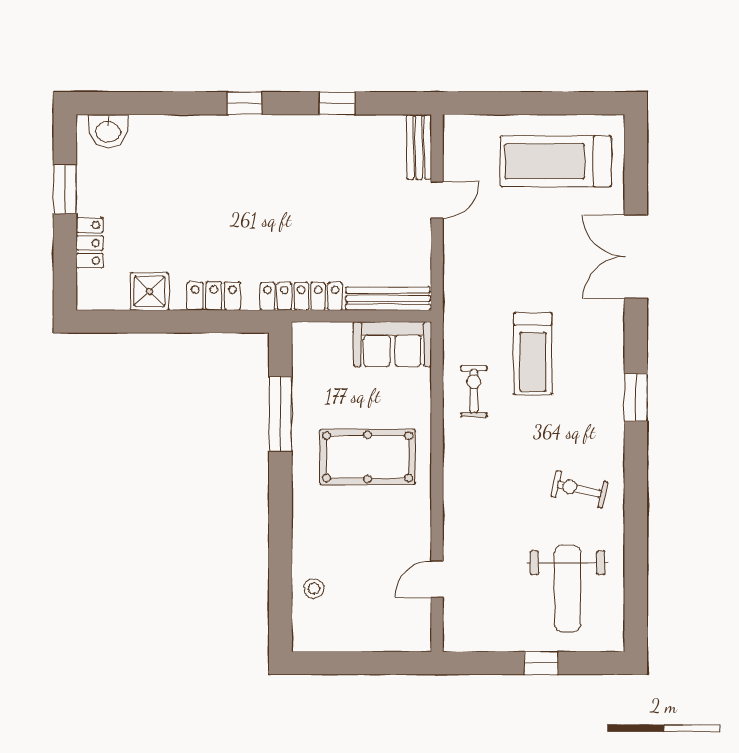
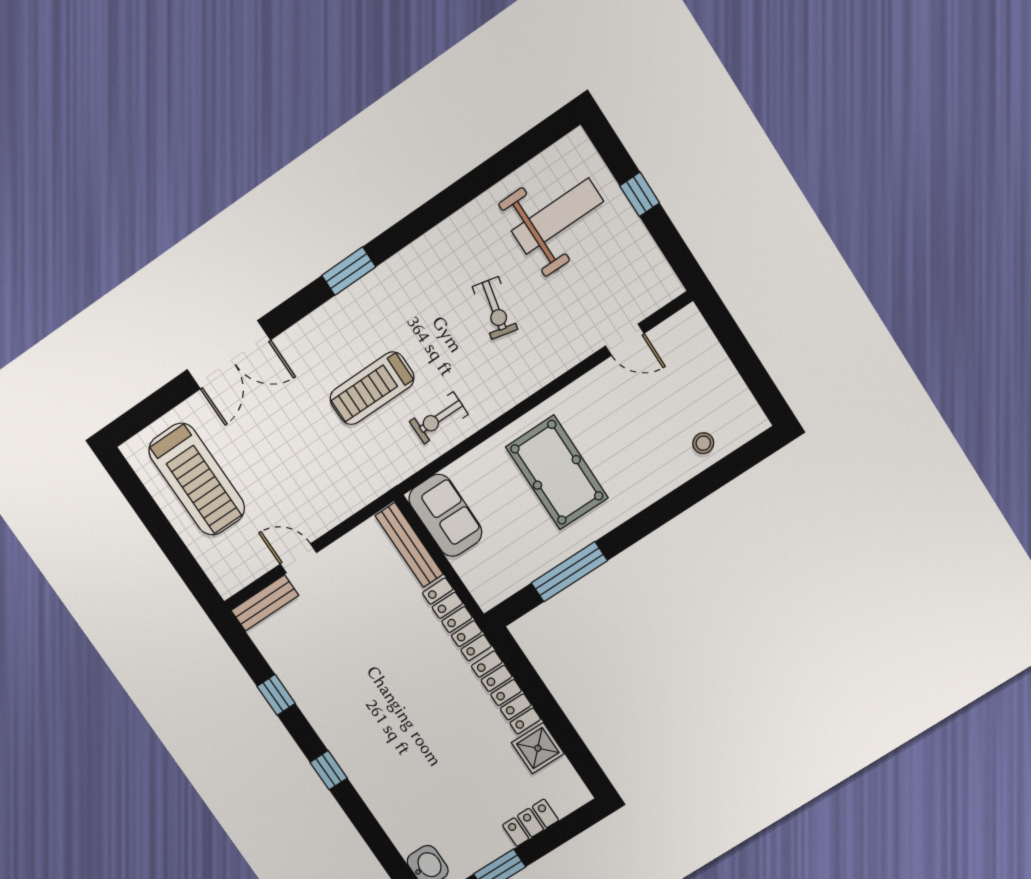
locker: (214, 296) -> (506, 693), width x1.53
treadmill: (533, 354) -> (372, 388), turned 180
exercise bike: (579, 489) -> (495, 308), moved

